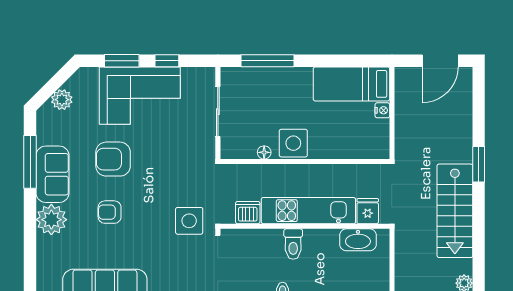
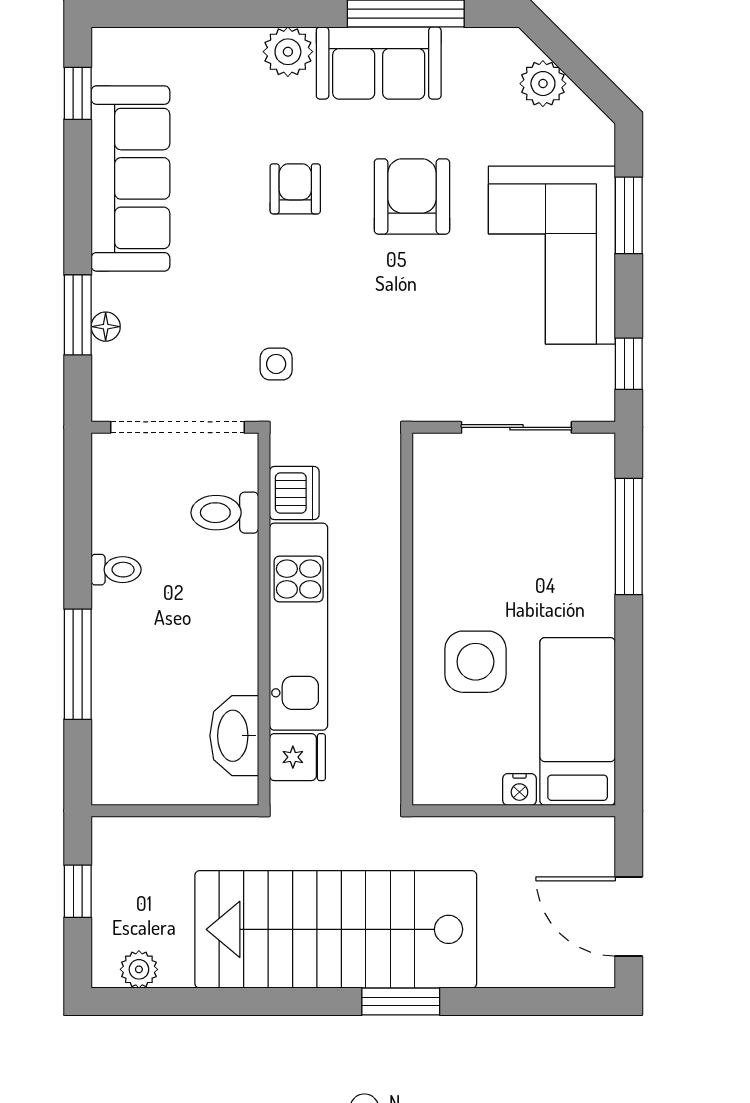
window: (167, 61) -> (629, 364), moved
side table: (293, 143) -> (475, 662), moved
floor lamp: (264, 152) -> (427, 529), removed
stairs: (455, 211) -> (336, 929), width x1.36, depth x1.51
plant: (51, 220) -> (288, 52), width x0.73, depth x0.73
side table: (189, 221) -> (276, 364), width x0.54, depth x0.54
toilet: (293, 244) -> (225, 513), moved

